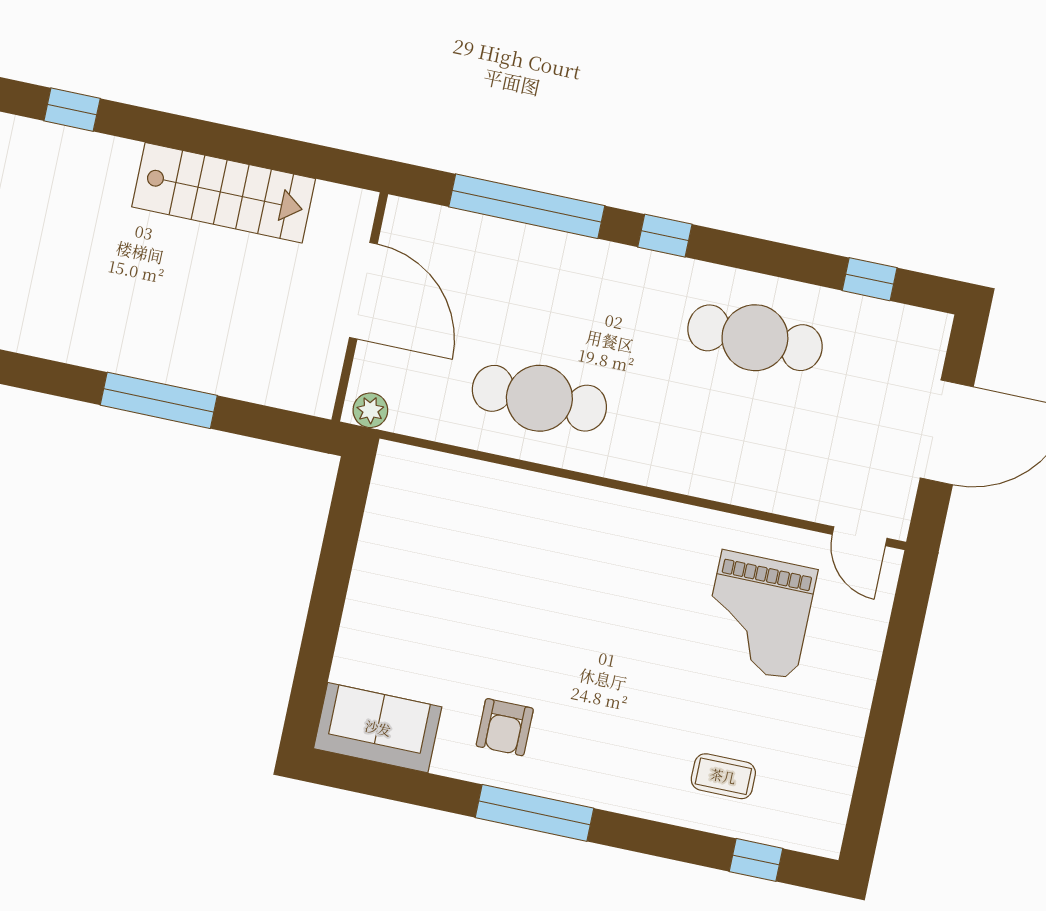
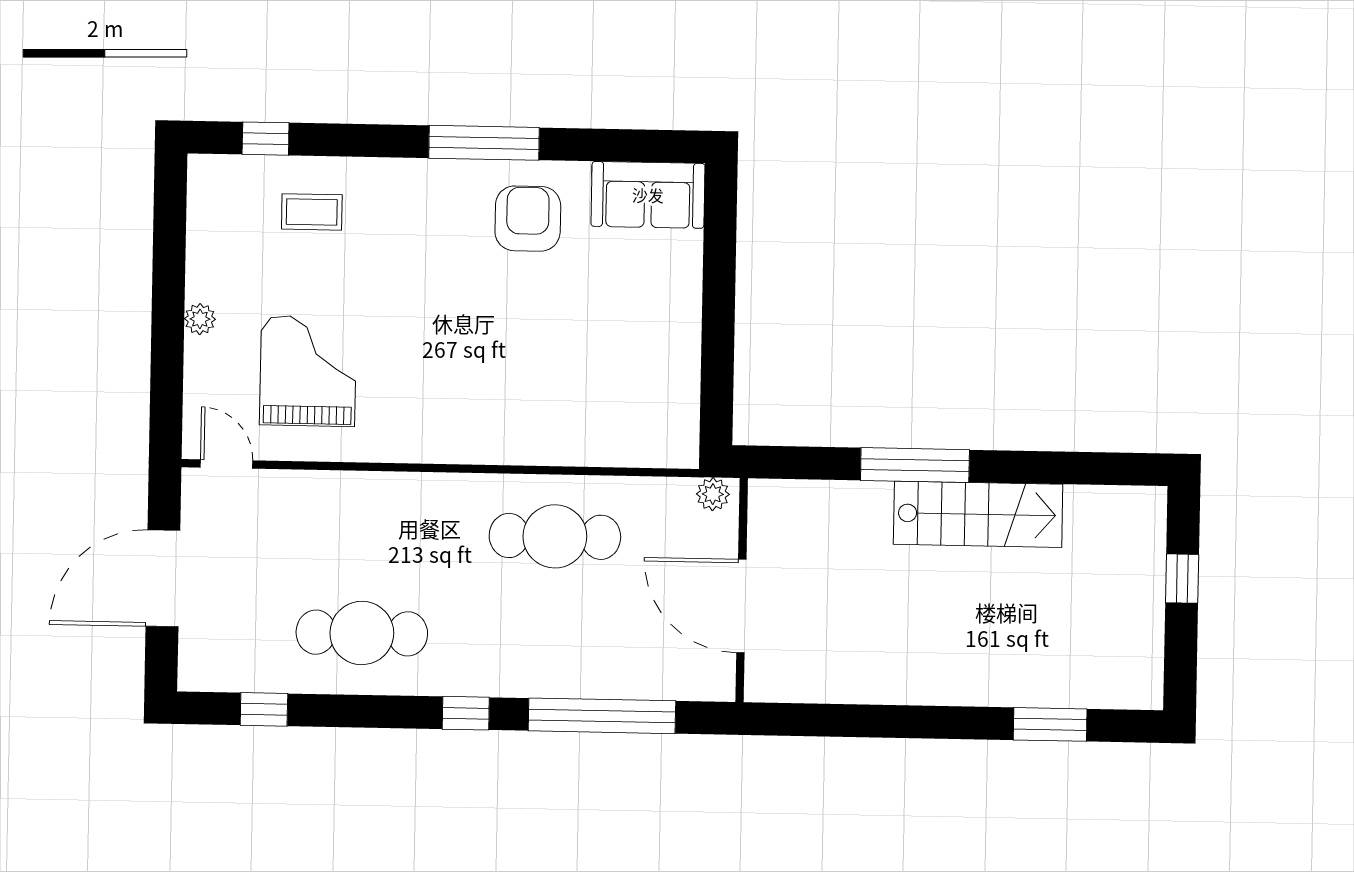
window: (72, 110) -> (1050, 724), width x1.50
stairs: (224, 193) -> (978, 514), moved, turned 180
plant: (858, 689) -> (200, 319), added
armchair: (505, 727) -> (528, 219), width x1.38, depth x1.38

